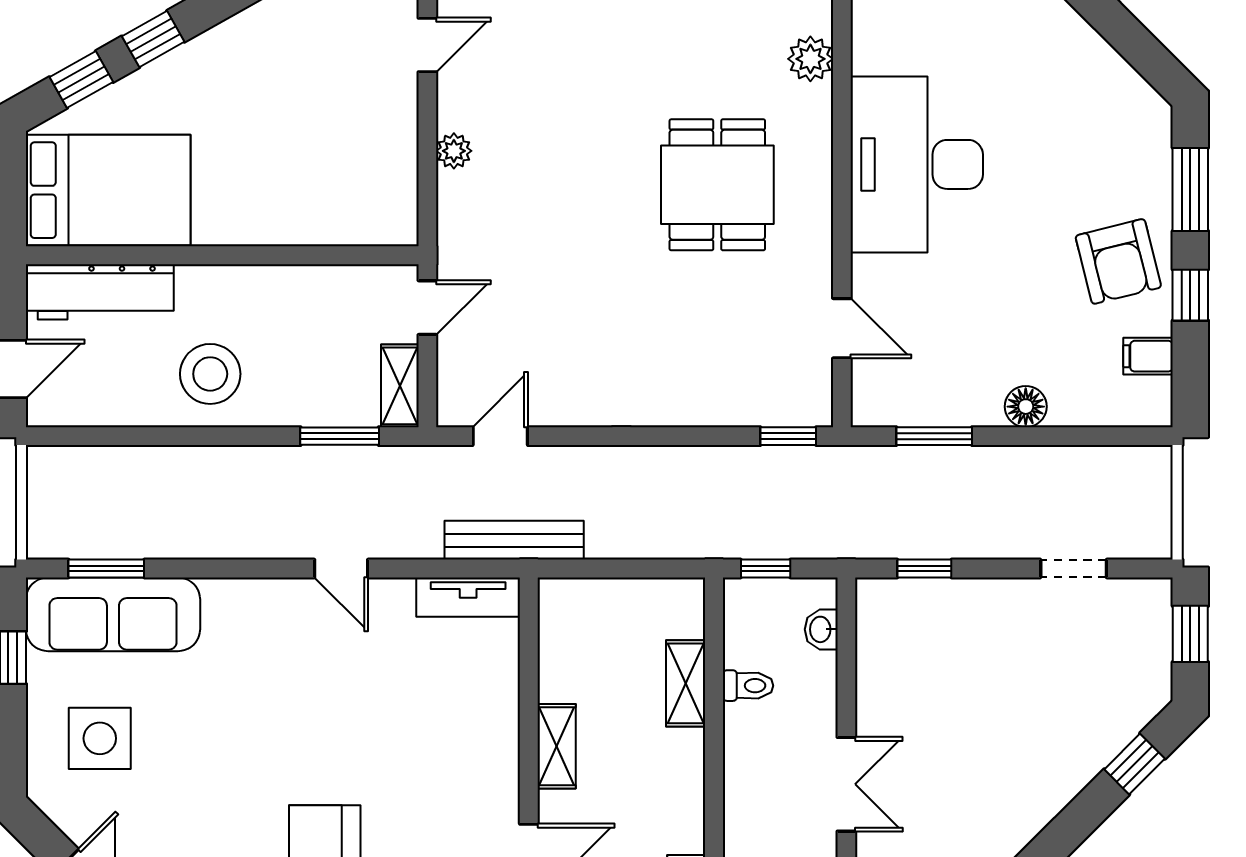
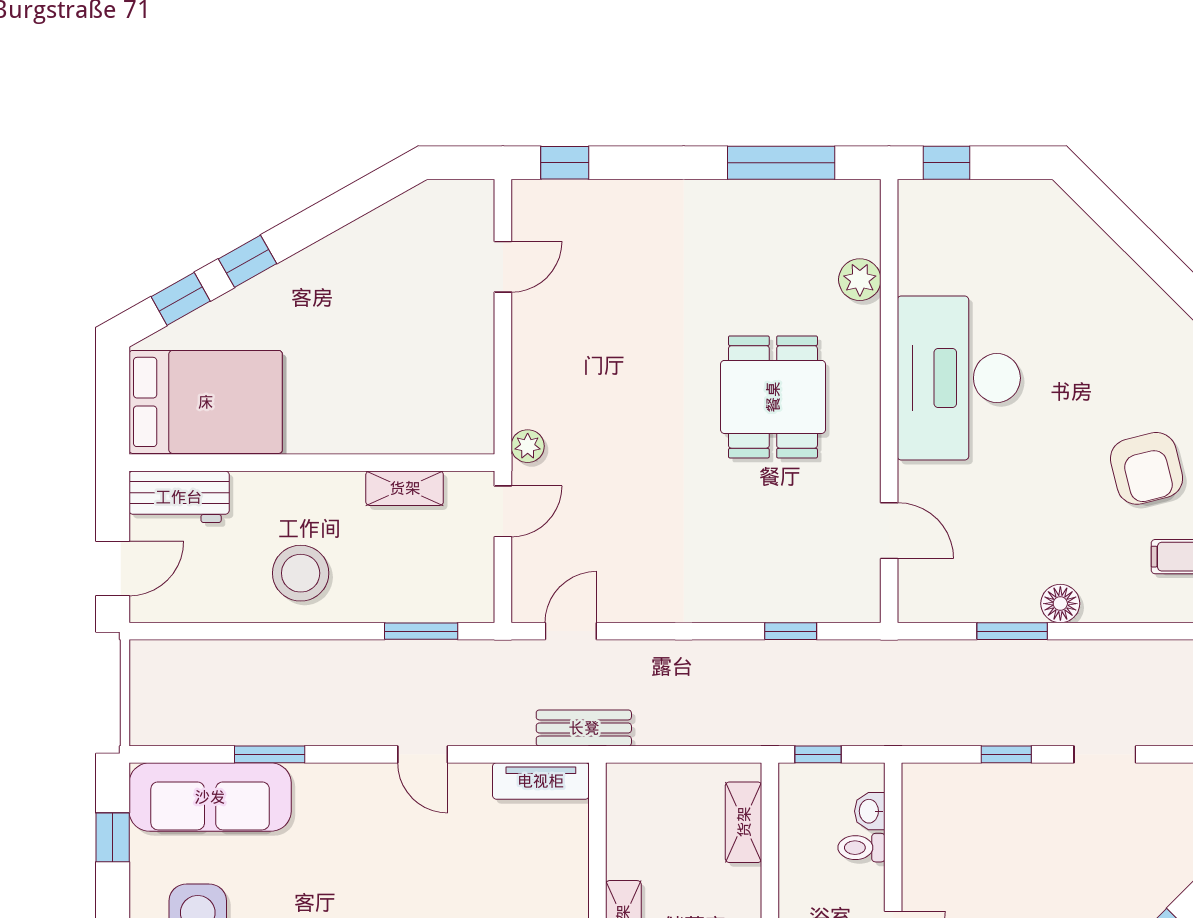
plant: (454, 151) -> (528, 446), moved
workbench: (100, 292) -> (179, 497), width x0.73
shelving: (400, 386) -> (405, 488), moved, turned 90
window: (788, 436) -> (791, 631), moved
window: (934, 436) -> (1012, 631), moved
bench: (514, 540) -> (584, 728), width x0.73
window: (106, 568) -> (270, 754), moved
window: (924, 568) -> (1006, 754), moved
shelving: (686, 683) -> (744, 822), moved
toilet: (748, 686) -> (861, 848), moved, turned 180

